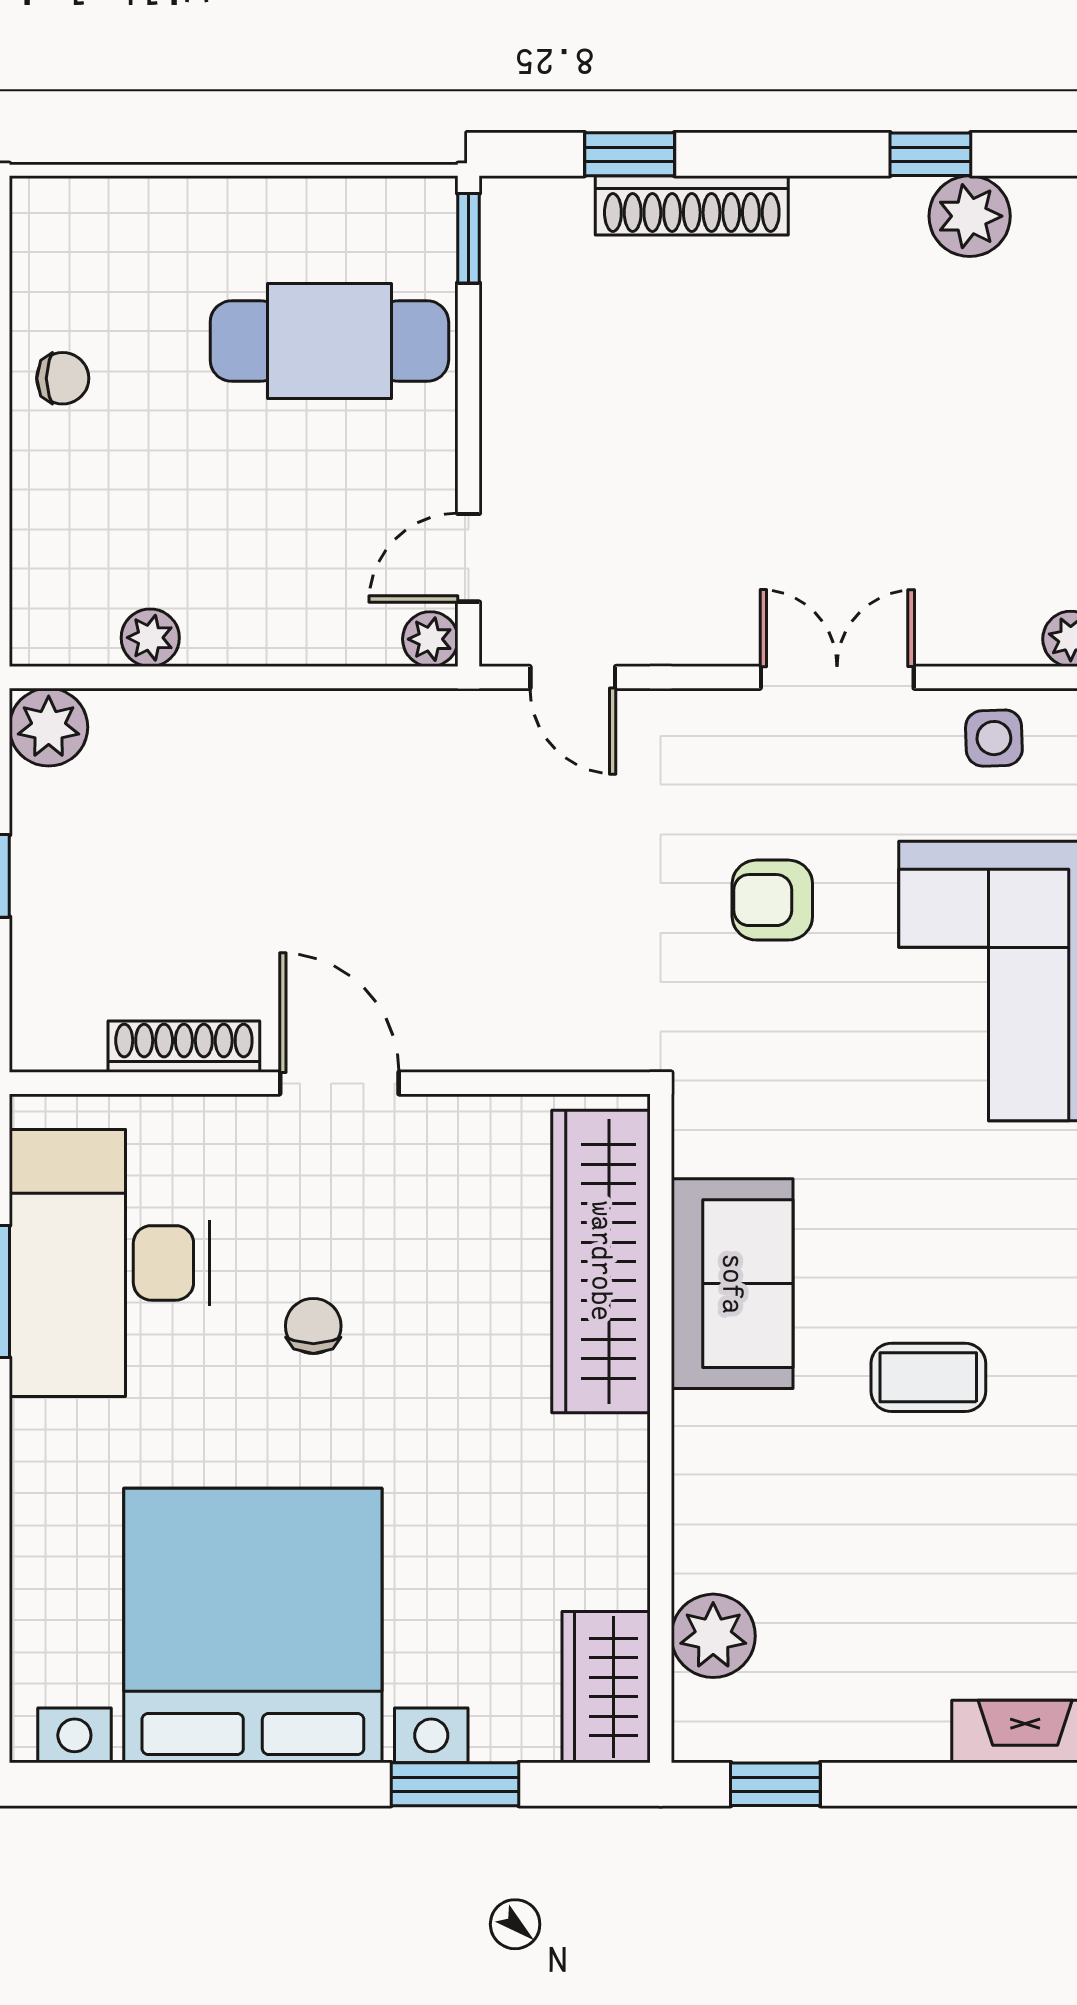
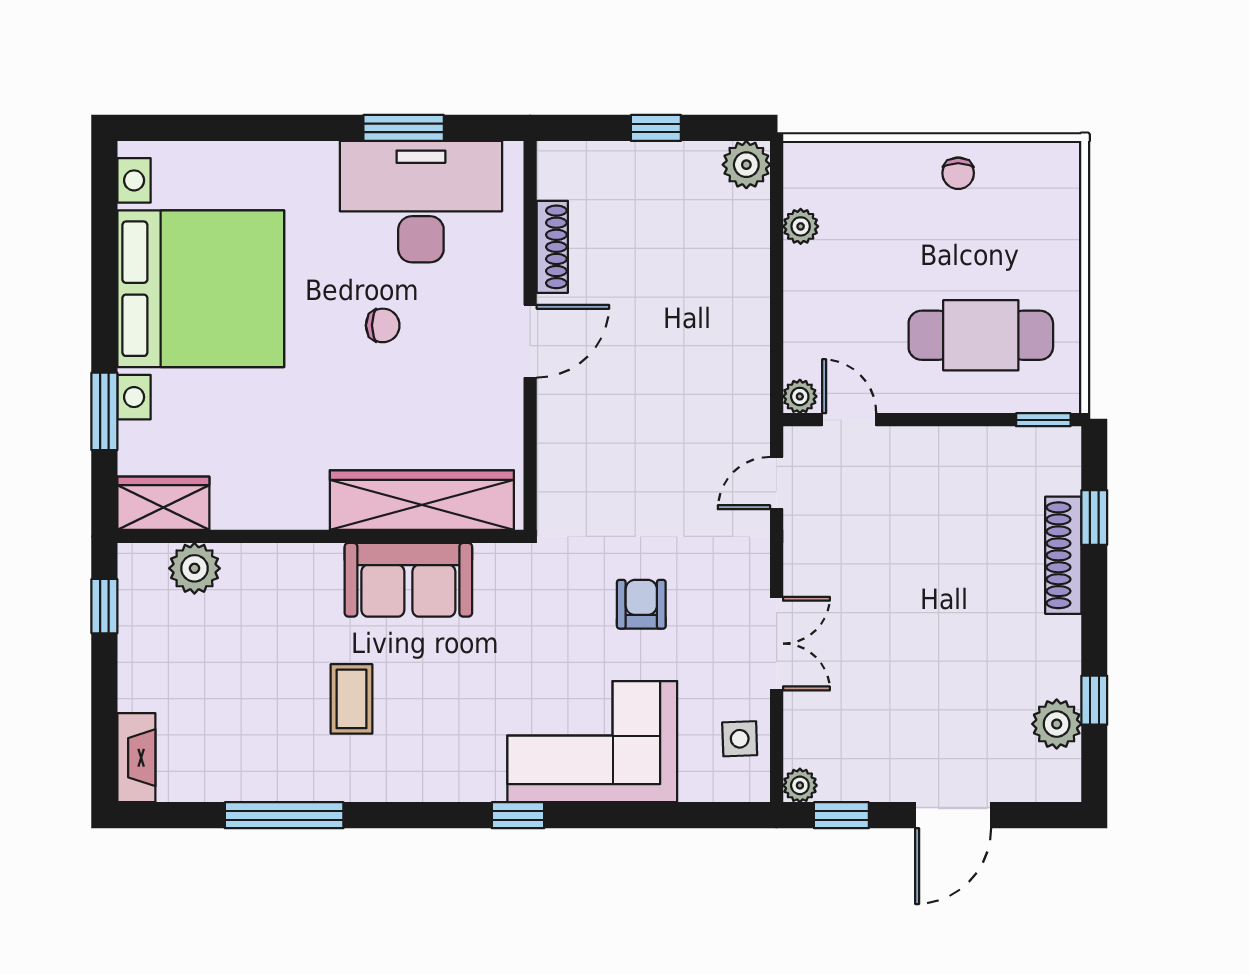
cafe table: (329, 341) -> (981, 335), turned 90

